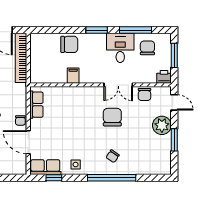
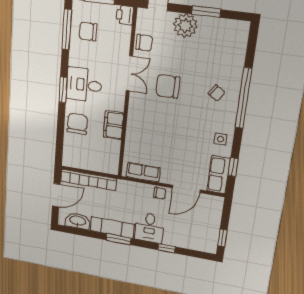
window: (136, 30) -> (67, 29), moved
desk: (120, 48) -> (84, 85), moved
filing cabinet: (73, 76) -> (113, 125), width x2.00

